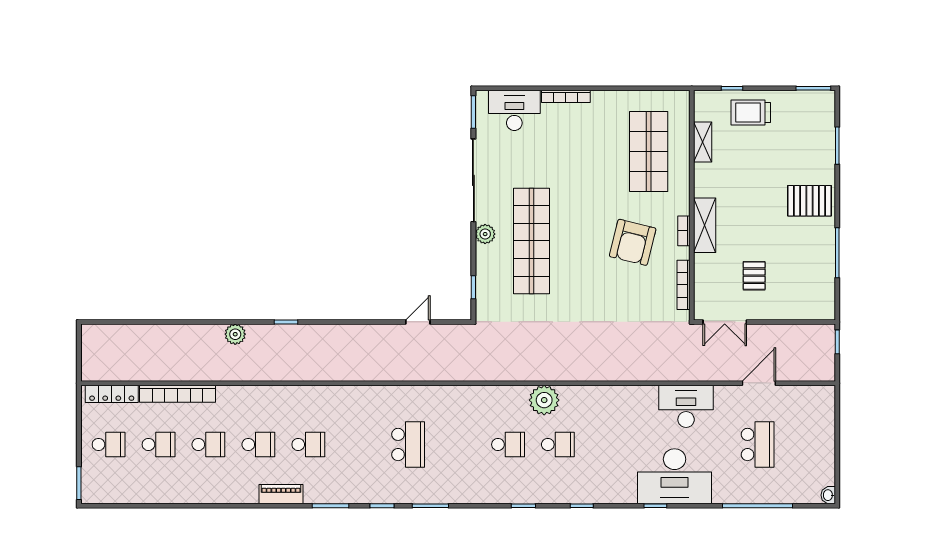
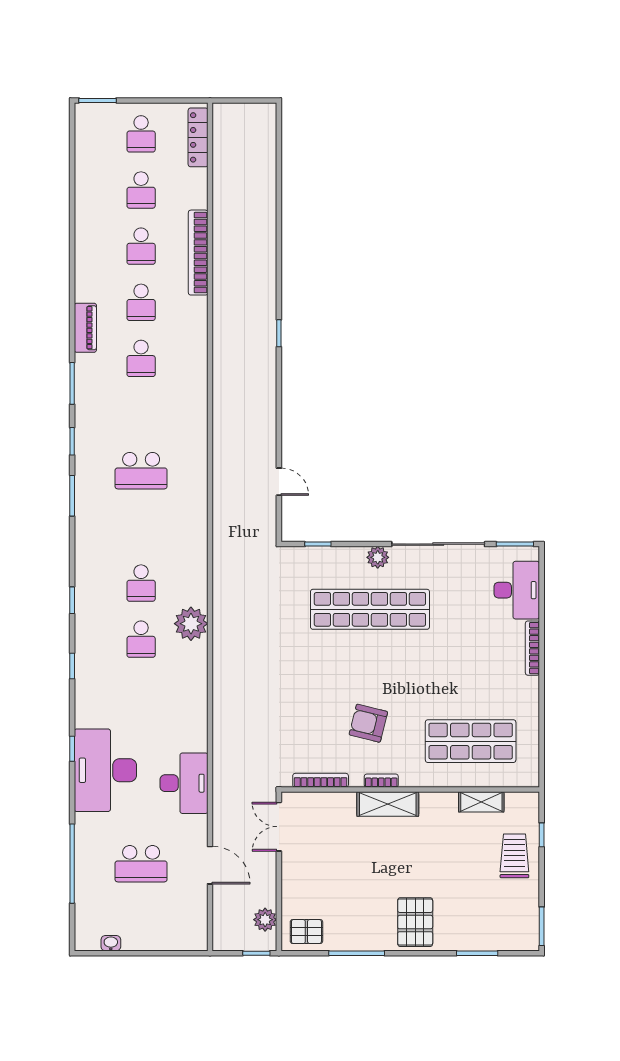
armchair: (633, 242) -> (368, 723), width x0.73, depth x0.73
pallet: (754, 276) -> (306, 932), moved
plant: (235, 334) -> (265, 920), moved
bookcase: (177, 394) -> (198, 253), moved
washbasin: (828, 495) -> (111, 943), moved

